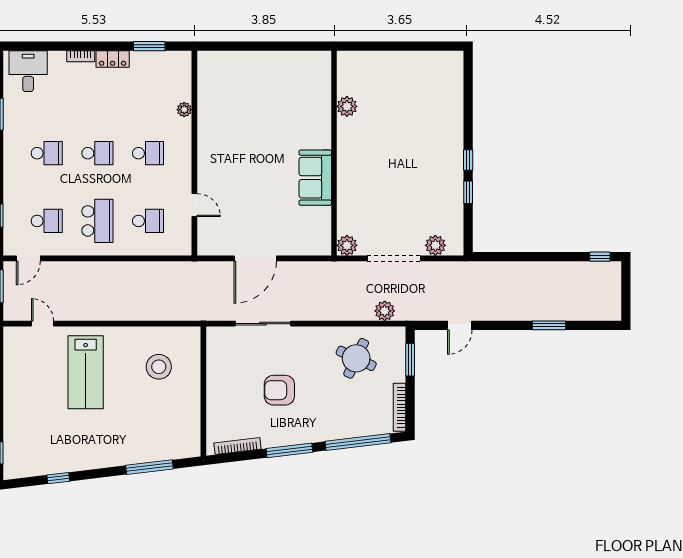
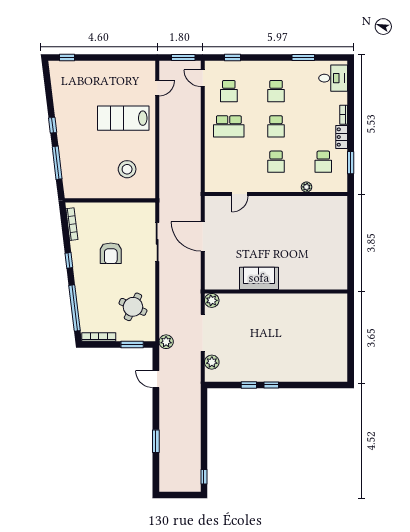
plant: (347, 106) -> (309, 300), removed
school desk: (148, 221) -> (323, 162), moved
plant: (385, 311) -> (166, 342), moved
armchair: (279, 390) -> (111, 253), turned 180
window: (289, 450) -> (69, 260), width x0.46
window: (58, 478) -> (53, 125), moved

